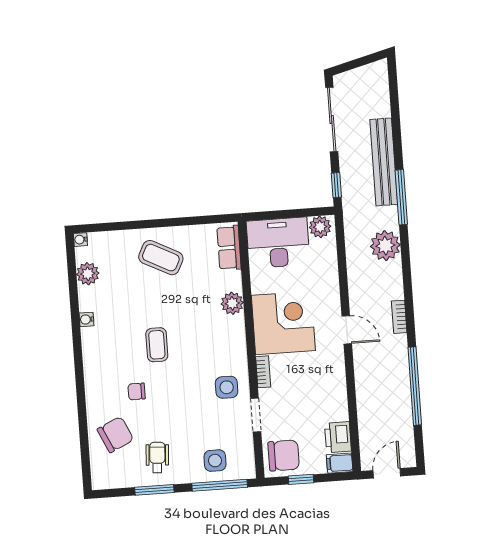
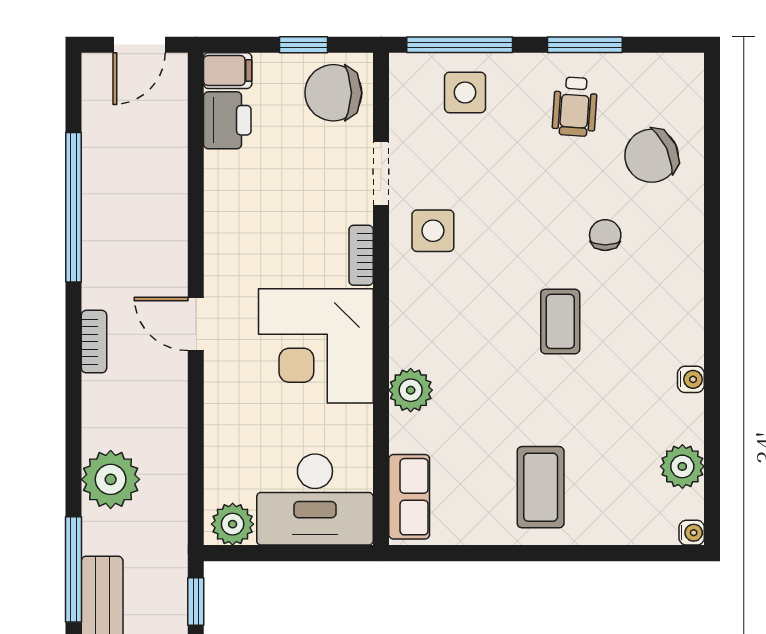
coffee table: (161, 258) -> (541, 487), turned 63
chair: (137, 391) -> (605, 235), turned -90

